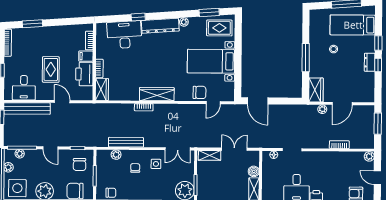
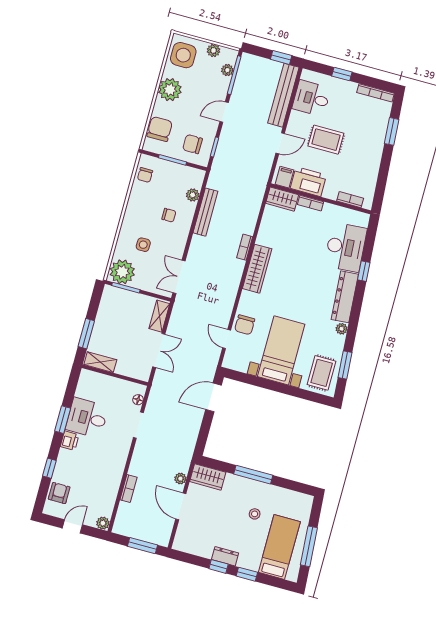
filing cabinet: (86, 56) -> (284, 177), moved
side table: (156, 164) -> (143, 245), moved
boiler: (254, 171) -> (123, 368), removed

